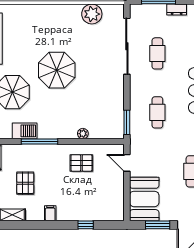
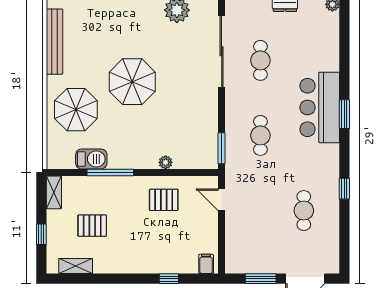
pallet: (25, 183) -> (92, 226), turned 90
booth: (144, 199) -> (244, 246), removed
filing cabinet: (50, 213) -> (206, 264), moved

